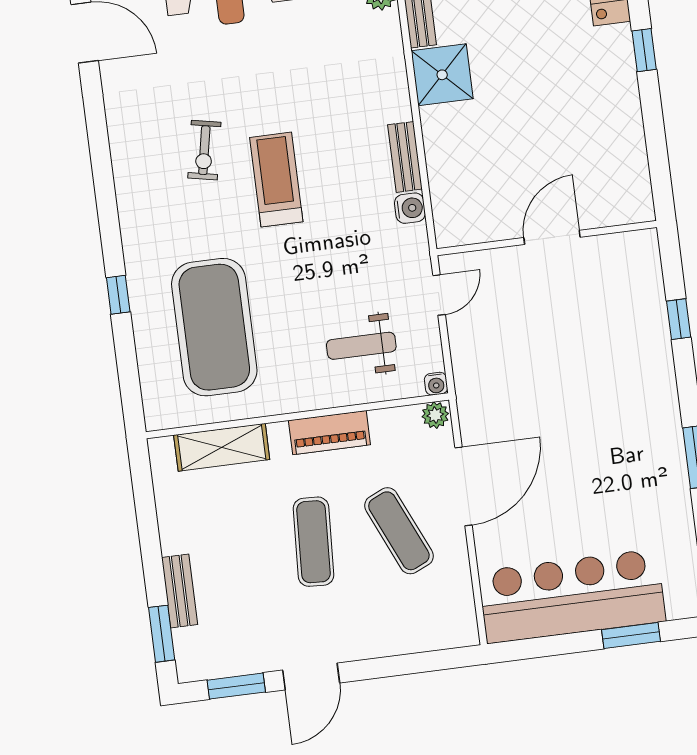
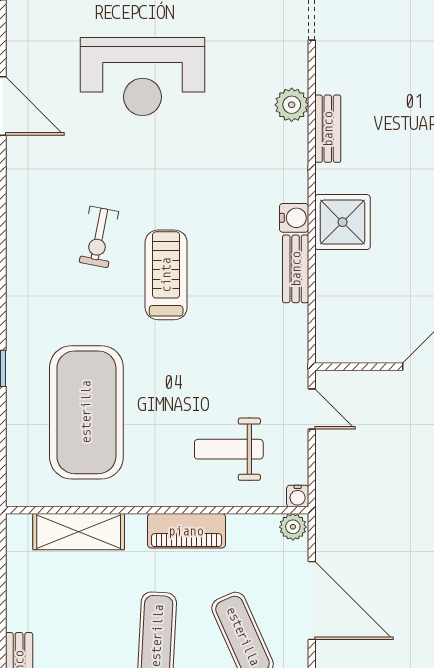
shower: (442, 75) -> (343, 222), moved
water cooler: (410, 208) -> (294, 218), moved
door: (439, 295) -> (312, 409), hinge flipped
door: (464, 486) -> (312, 601), hinge flipped

